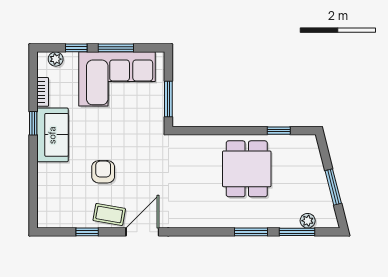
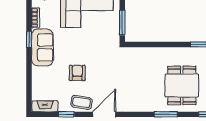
dining table: (247, 169) -> (182, 85), moved
fireplace: (56, 220) -> (45, 106), added
window: (251, 232) -> (166, 114), moved

